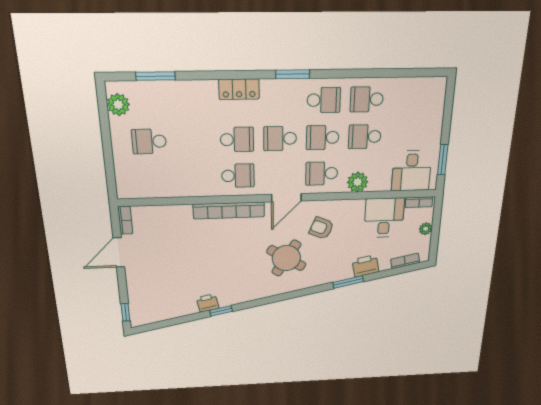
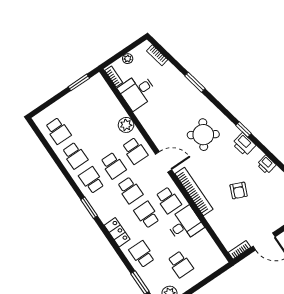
school desk: (191, 102) -> (142, 254), added
school desk: (365, 137) -> (58, 131), moved
desk: (411, 171) -> (185, 224), moved
school desk: (238, 176) -> (168, 200), turned 180
armchair: (321, 228) -> (239, 191), moved
printer: (365, 266) -> (244, 144), moved
window: (221, 311) -> (243, 129), moved

